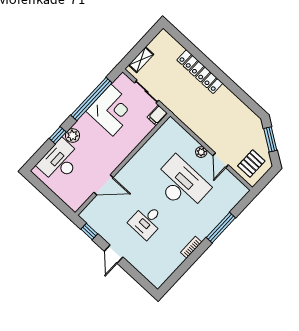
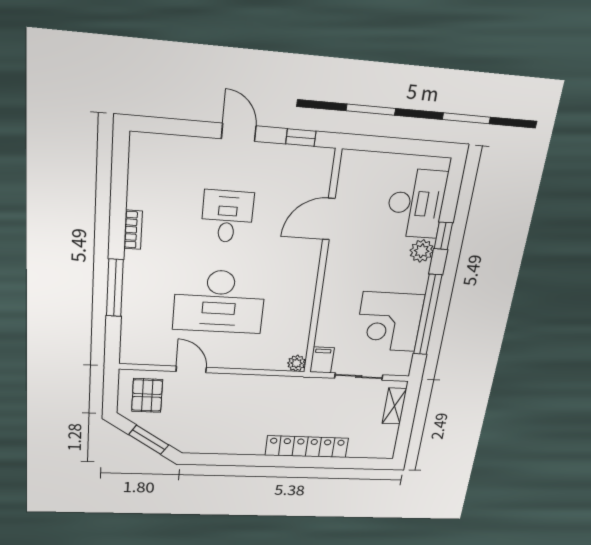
plant: (201, 152) -> (297, 363), moved

